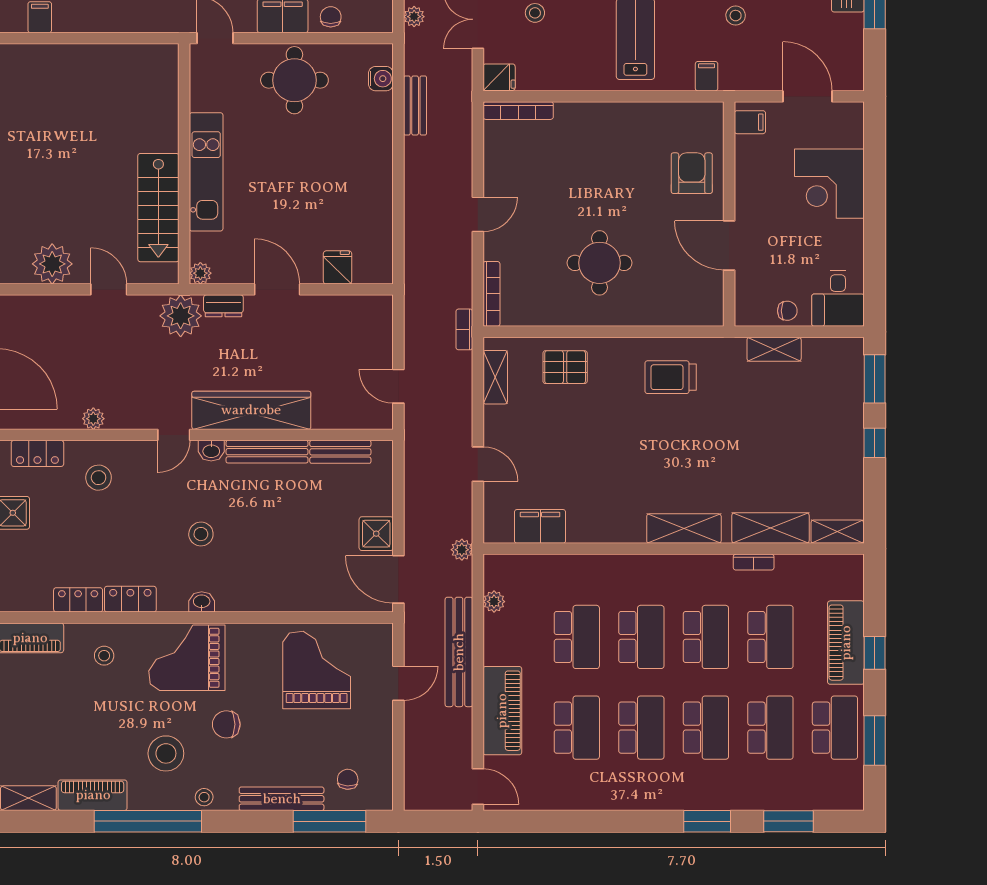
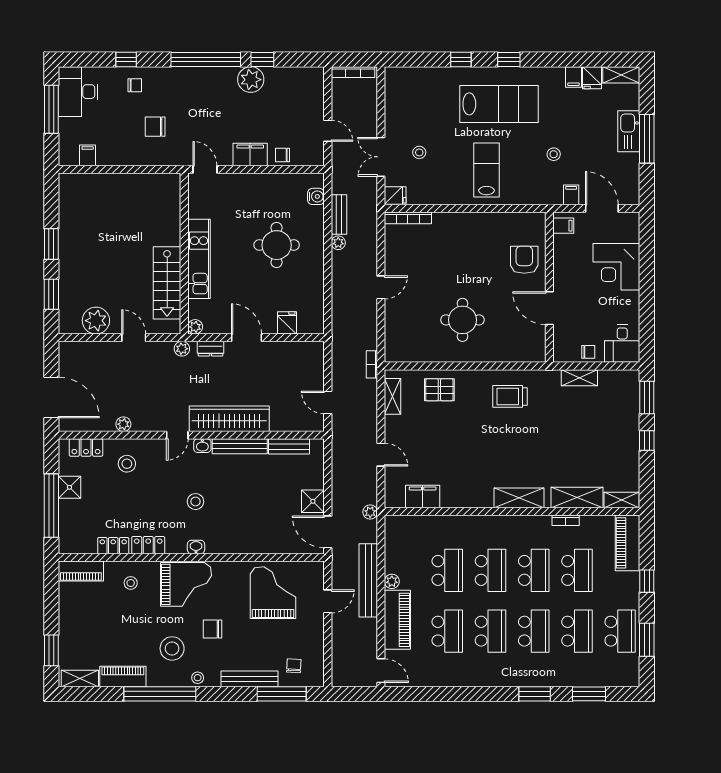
chair: (331, 17) -> (282, 155), turned -90
plant: (414, 17) -> (338, 243), moved
filing cabinet: (707, 76) -> (571, 195), moved
round table: (294, 80) -> (277, 245), moved
bookcase: (491, 294) -> (390, 341), removed
plant: (181, 316) -> (182, 349), width x0.53, depth x0.53
plant: (494, 602) -> (392, 581), moved
piano: (846, 643) -> (627, 543), moved
grand piano: (187, 658) -> (186, 584), turned 180

